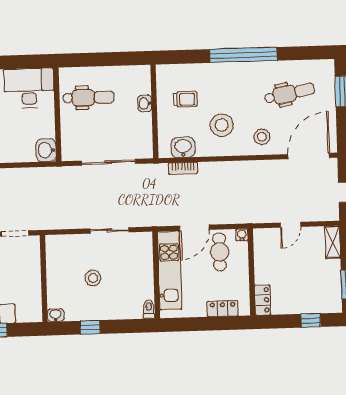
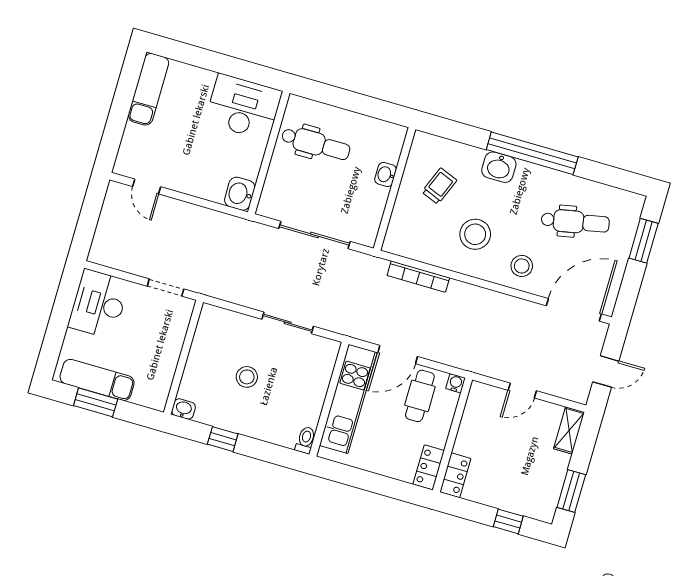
trolley: (185, 99) -> (439, 186), turned -68
washbasin: (183, 147) -> (499, 167), moved, turned 180
bookcase: (183, 168) -> (418, 277), width x1.56
locker: (223, 309) -> (429, 467), moved, turned -90

